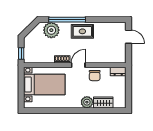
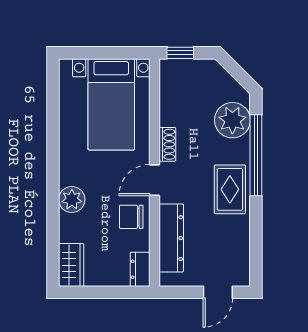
dresser: (104, 58) -> (171, 238), added
door: (78, 65) -> (154, 180), swing flipped
wardrobe: (103, 102) -> (71, 265), moved

